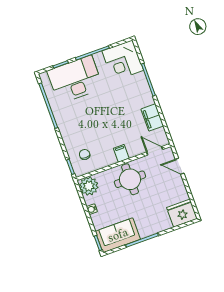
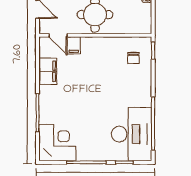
desk: (75, 80) -> (132, 134), moved, turned -90
filing cabinet: (121, 153) -> (74, 45), moved
plant: (89, 186) -> (141, 23), removed

